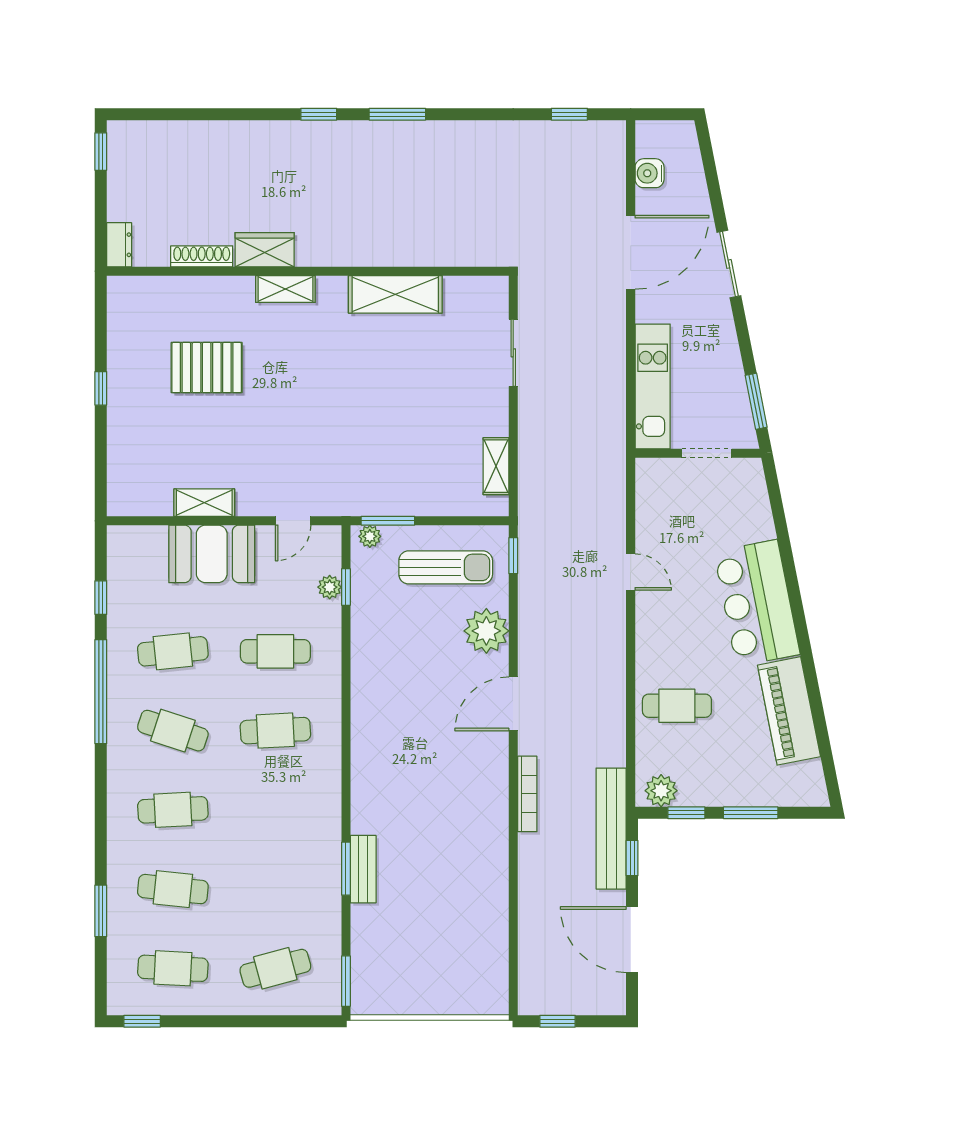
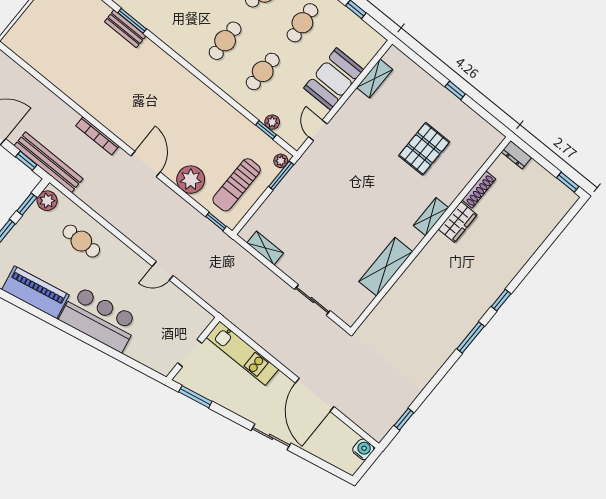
water cooler: (650, 173) -> (363, 449), moved
shelving: (204, 503) -> (375, 78), moved
cafe table: (677, 706) -> (81, 241), turned 90

